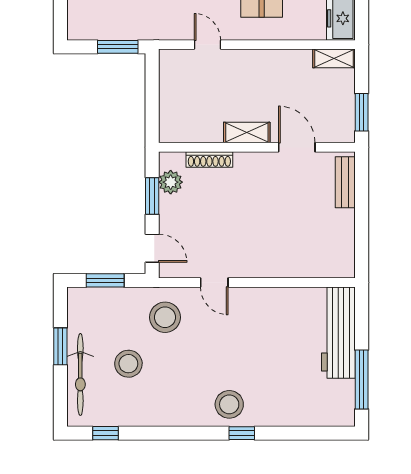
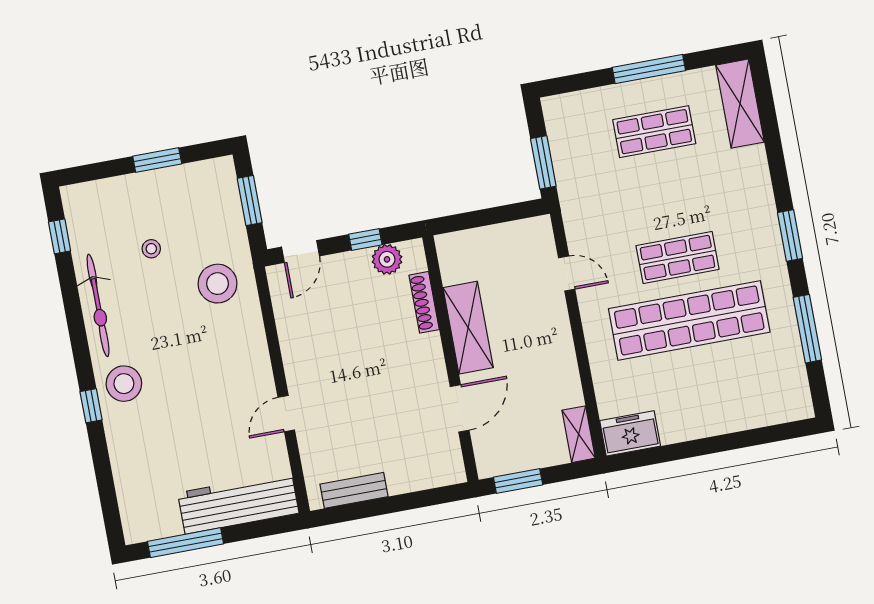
door: (207, 45) -> (567, 274), hinge flipped
shelving: (247, 132) -> (468, 328), width x1.50, depth x1.33
bench: (345, 182) -> (354, 490), moved
window: (152, 196) -> (365, 240), width x0.67
door: (214, 283) -> (286, 414), moved
stool: (128, 364) -> (151, 249), width x0.53, depth x0.53
bicycle: (80, 374) -> (98, 305), moved, turned -90

